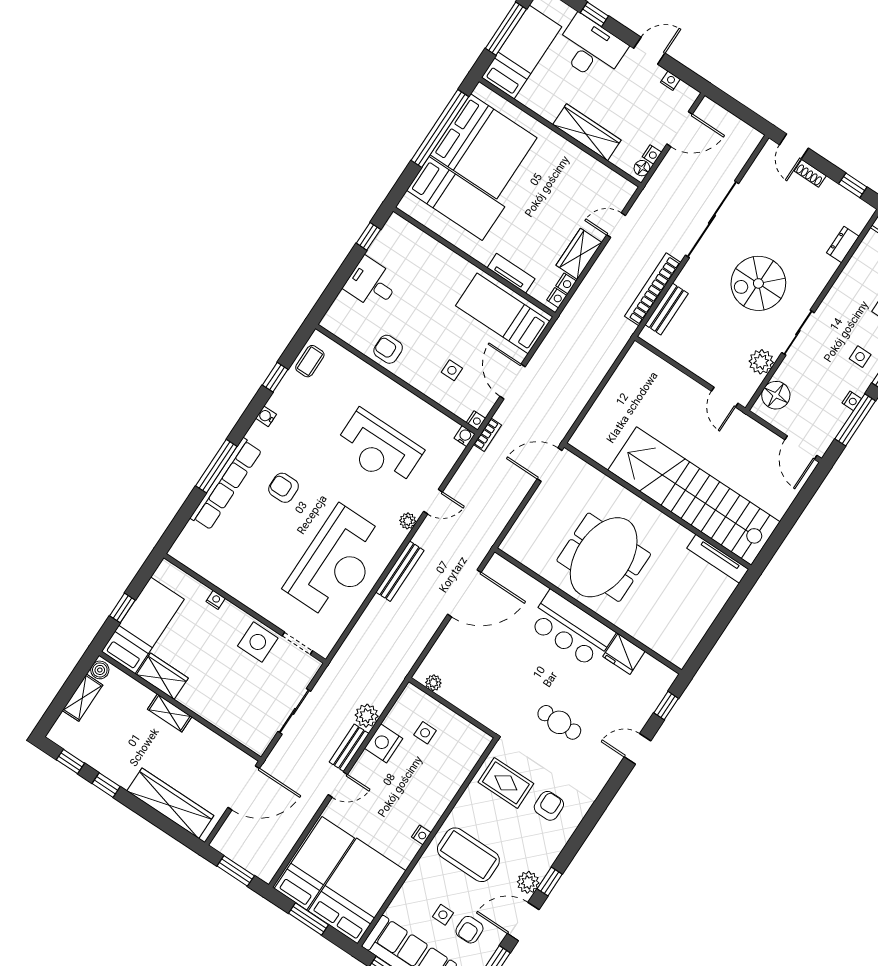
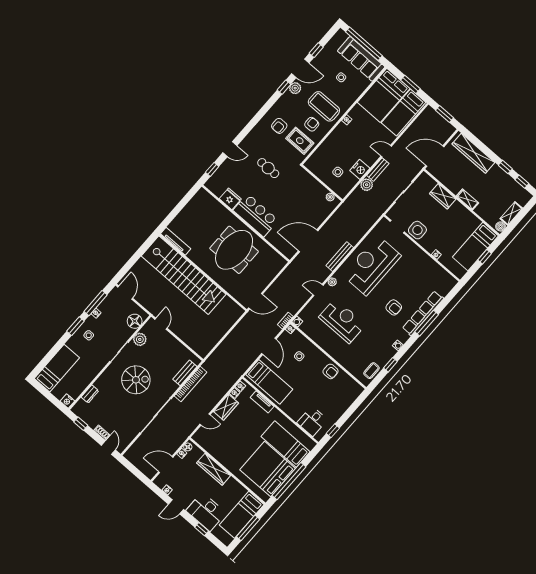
desk: (371, 284) -> (312, 421), moved, turned 90
wardrobe: (162, 676) -> (443, 196), moved
armchair: (469, 930) -> (312, 124), moved

